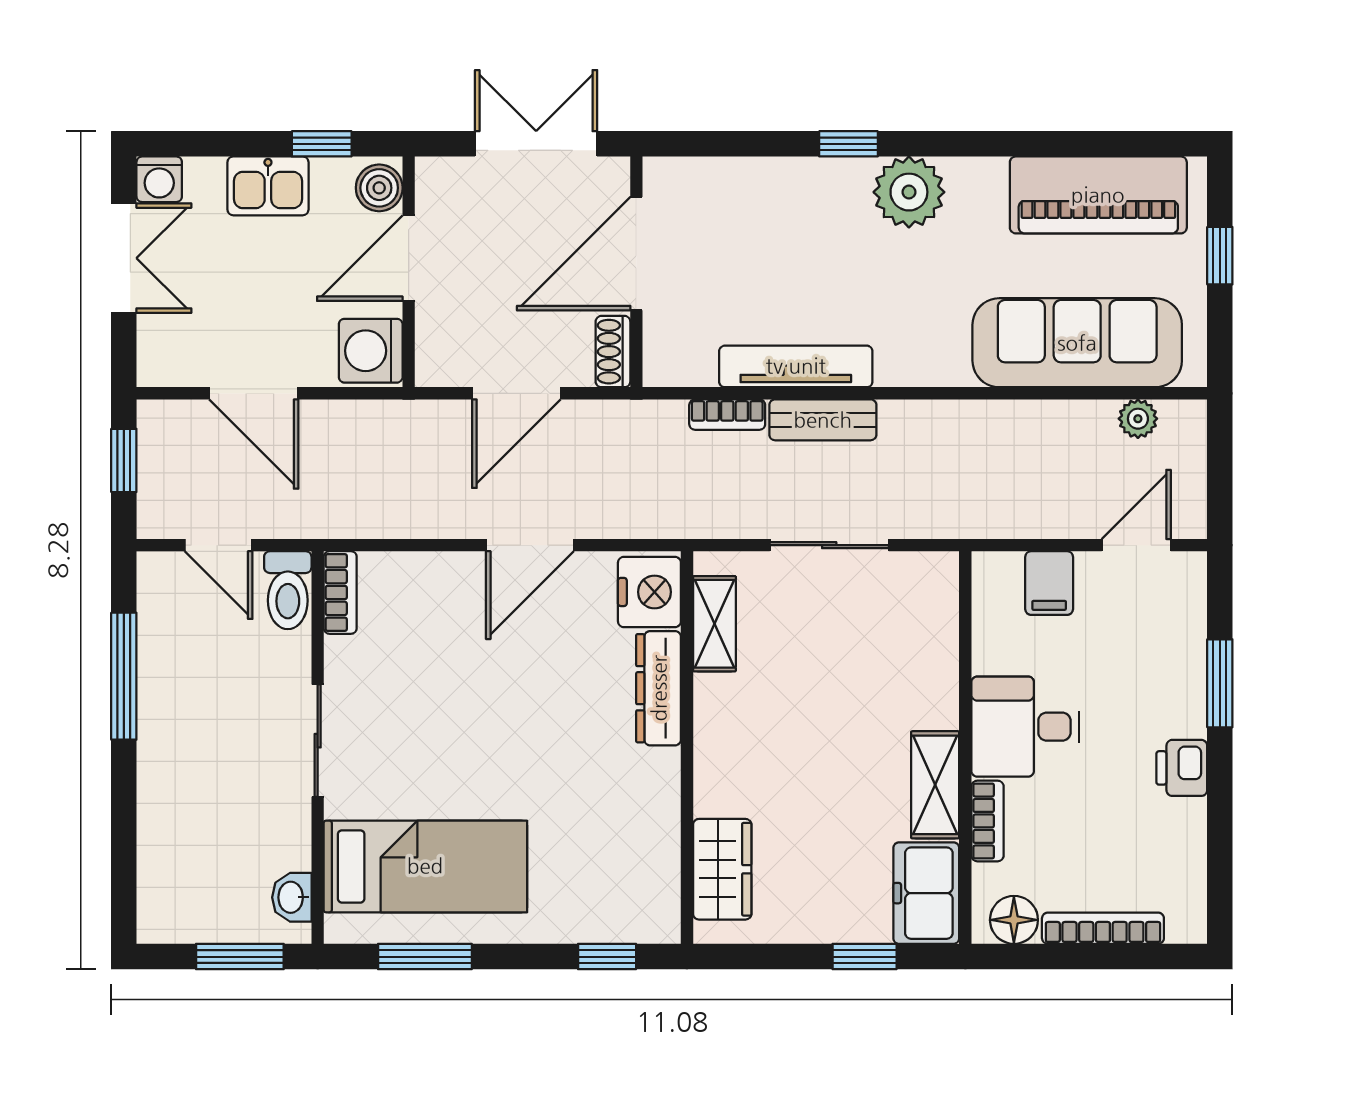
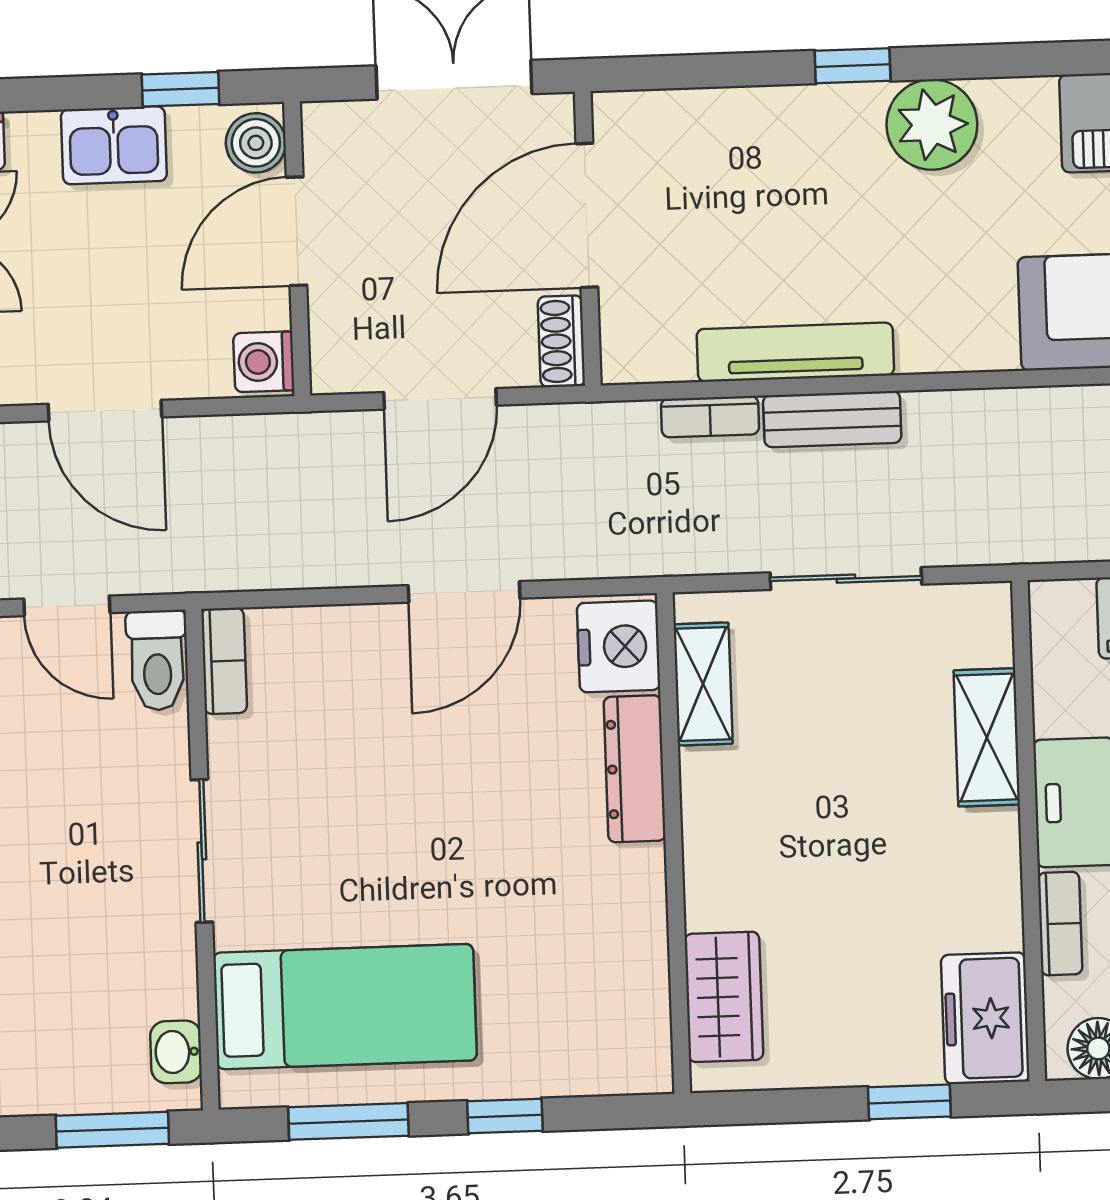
washing machine: (371, 351) -> (264, 362), width x0.73, depth x0.73
shelving: (935, 785) -> (987, 737), moved
window: (607, 957) -> (505, 1116), moved

